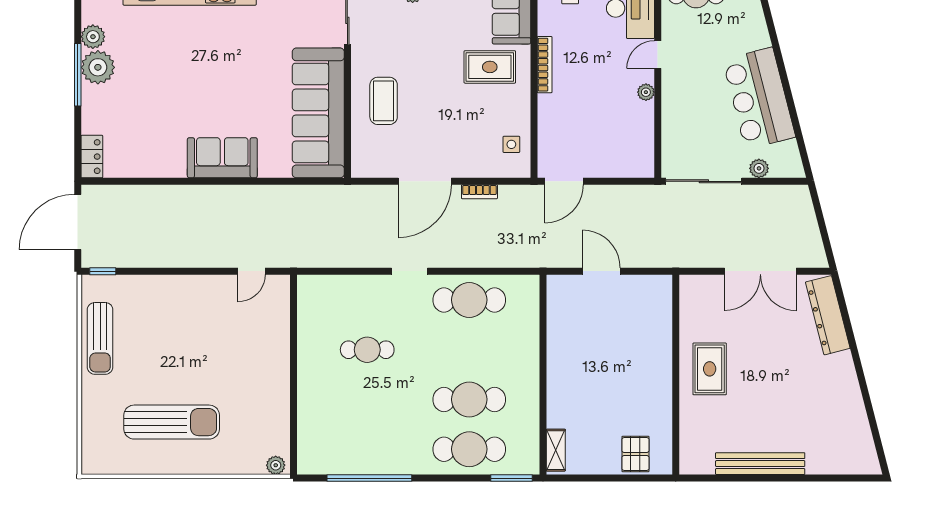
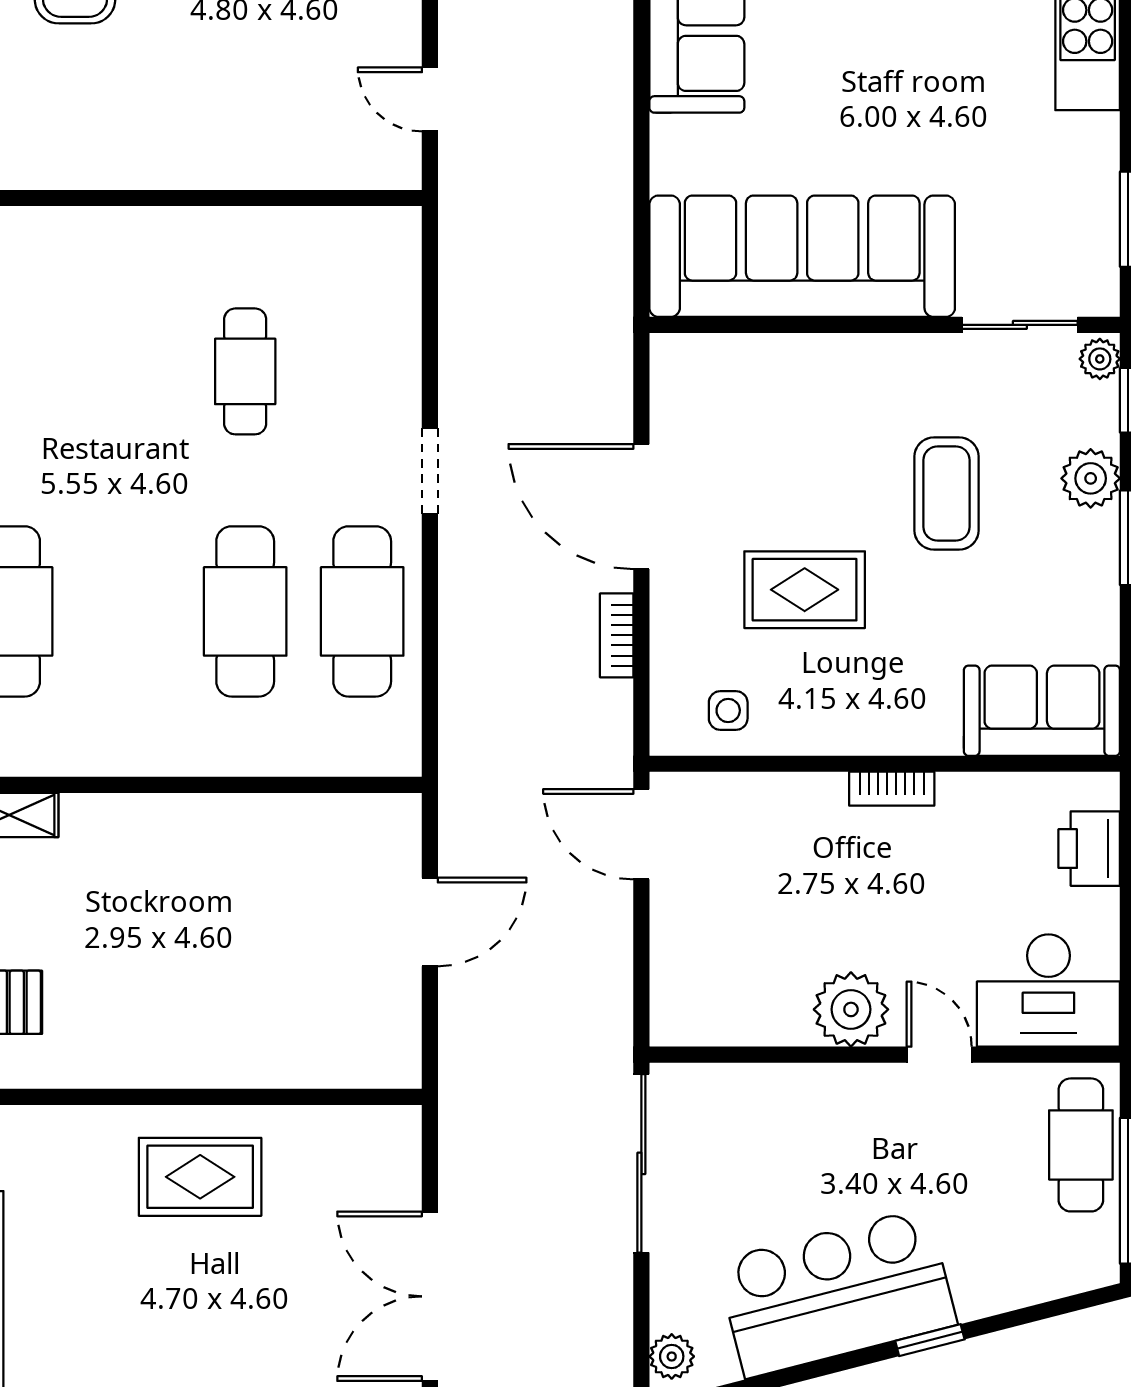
window: (779, 59) -> (930, 1340), added
bookcase: (545, 65) -> (892, 789), width x0.64
rug: (490, 67) -> (805, 590), moved, turned 90
plant: (646, 92) -> (851, 1009), width x1.88, depth x1.88
coffee table: (384, 101) -> (947, 493), moved, turned 90
plant: (759, 168) -> (672, 1356), moved
cafe table: (469, 399) -> (245, 611), moved

